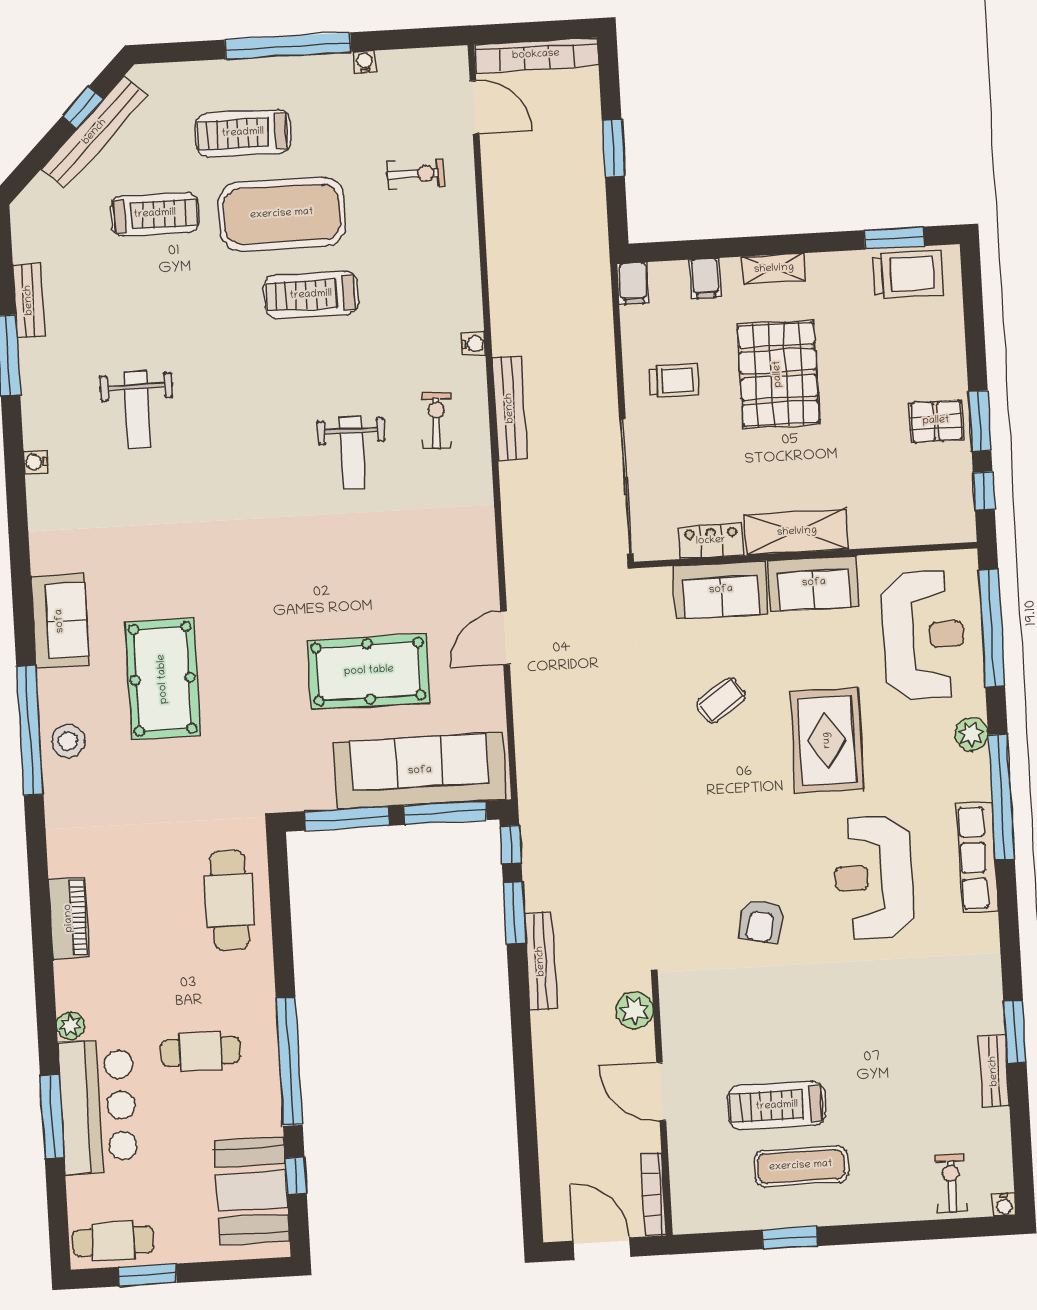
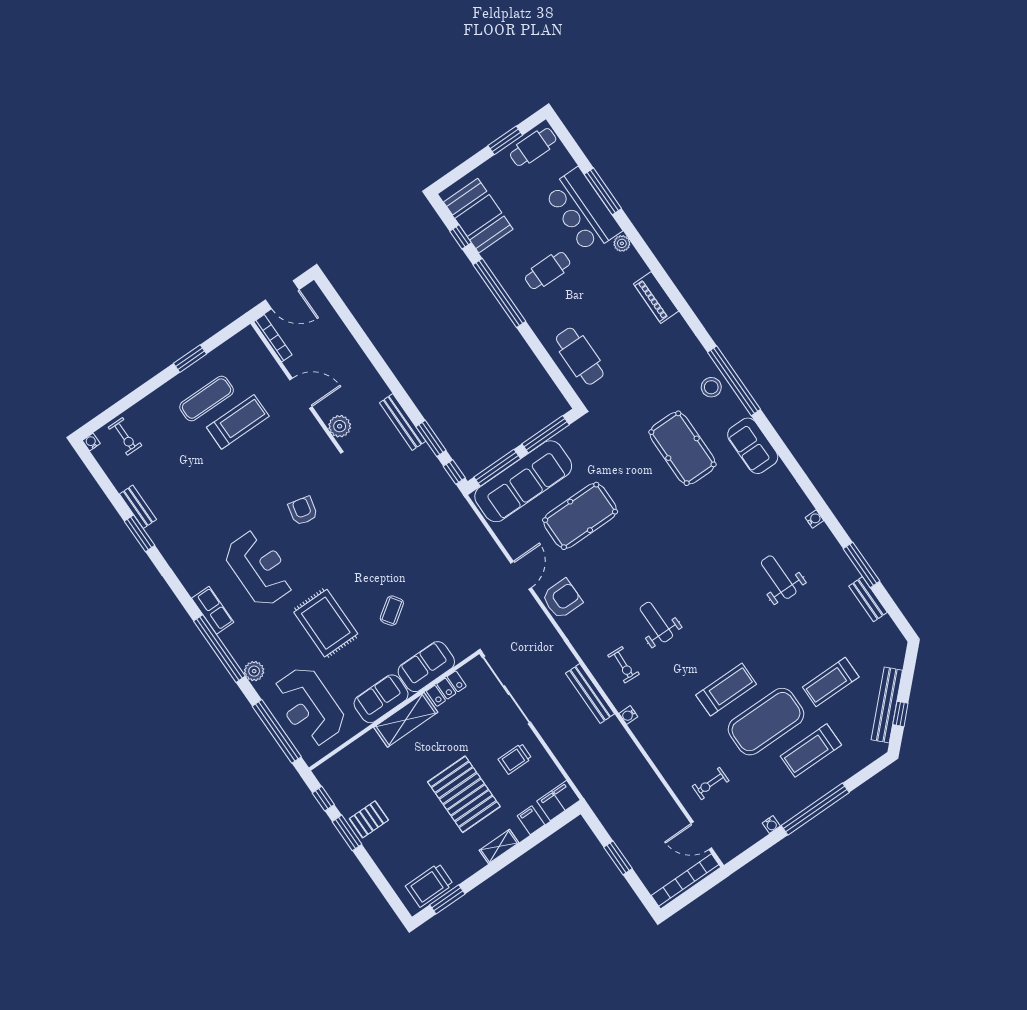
treadmill: (243, 133) -> (811, 751), turned 180
filing cabinet: (633, 283) -> (558, 801), width x2.00
armchair: (467, 568) -> (562, 599), added
row of seats: (977, 858) -> (213, 610), width x0.68

